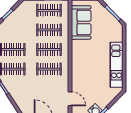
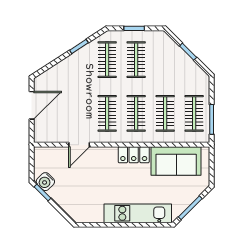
locker: (77, 51) -> (134, 155), added
kitchen unit: (116, 65) -> (138, 213), moved
door: (70, 99) -> (79, 145), moved

